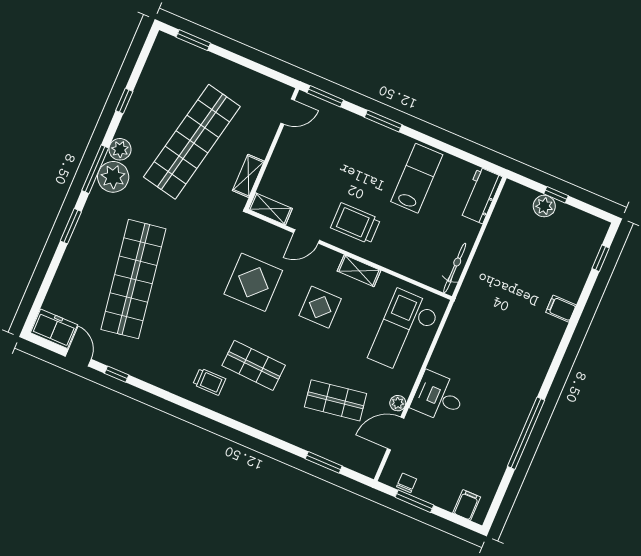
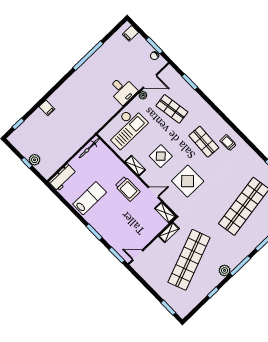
shop shelf: (192, 142) -> (189, 260), turned -33
plant: (113, 177) -> (233, 259), removed
lab bench: (417, 178) -> (90, 198), turned 180

